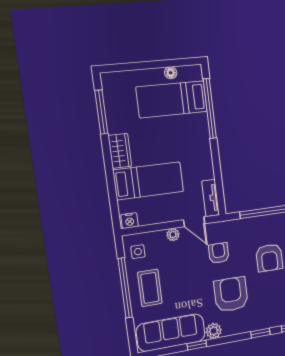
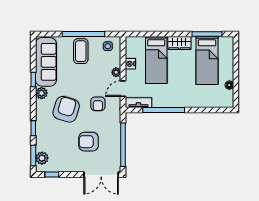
bed: (172, 99) -> (207, 60), moved, turned 180
window: (210, 109) -> (164, 110), moved
nightstand: (130, 221) -> (130, 64), moved
armchair: (219, 253) -> (98, 104), turned 90
coffee table: (150, 288) -> (81, 51), turned 90
armchair: (231, 294) -> (66, 109), turned -73

